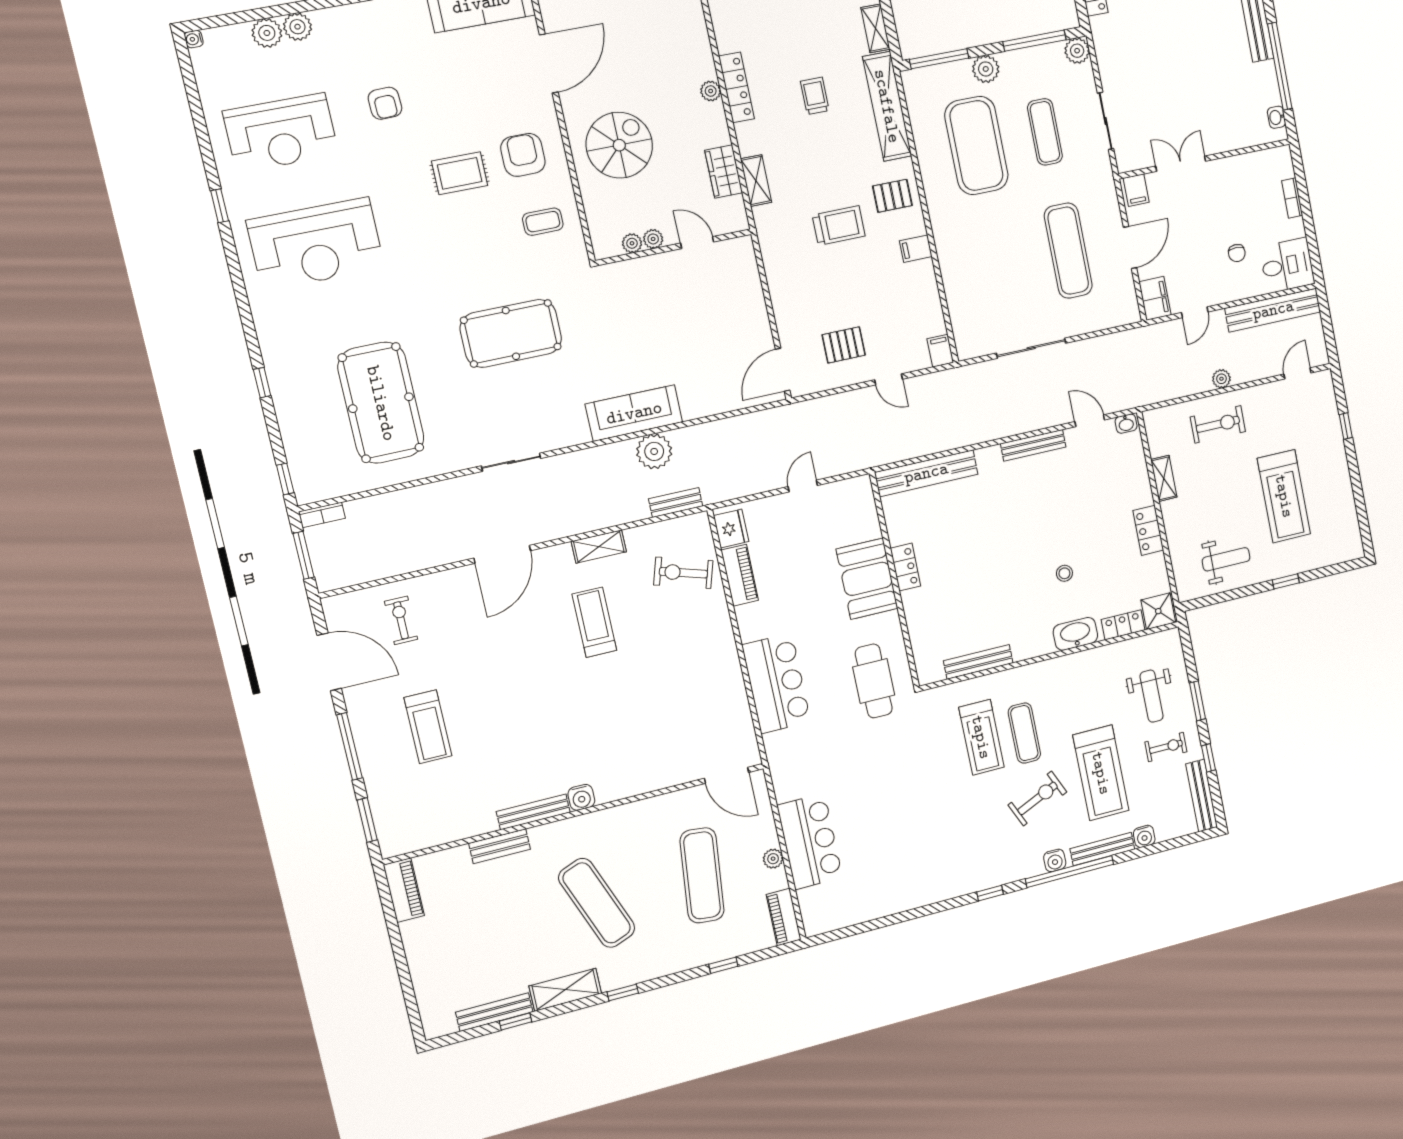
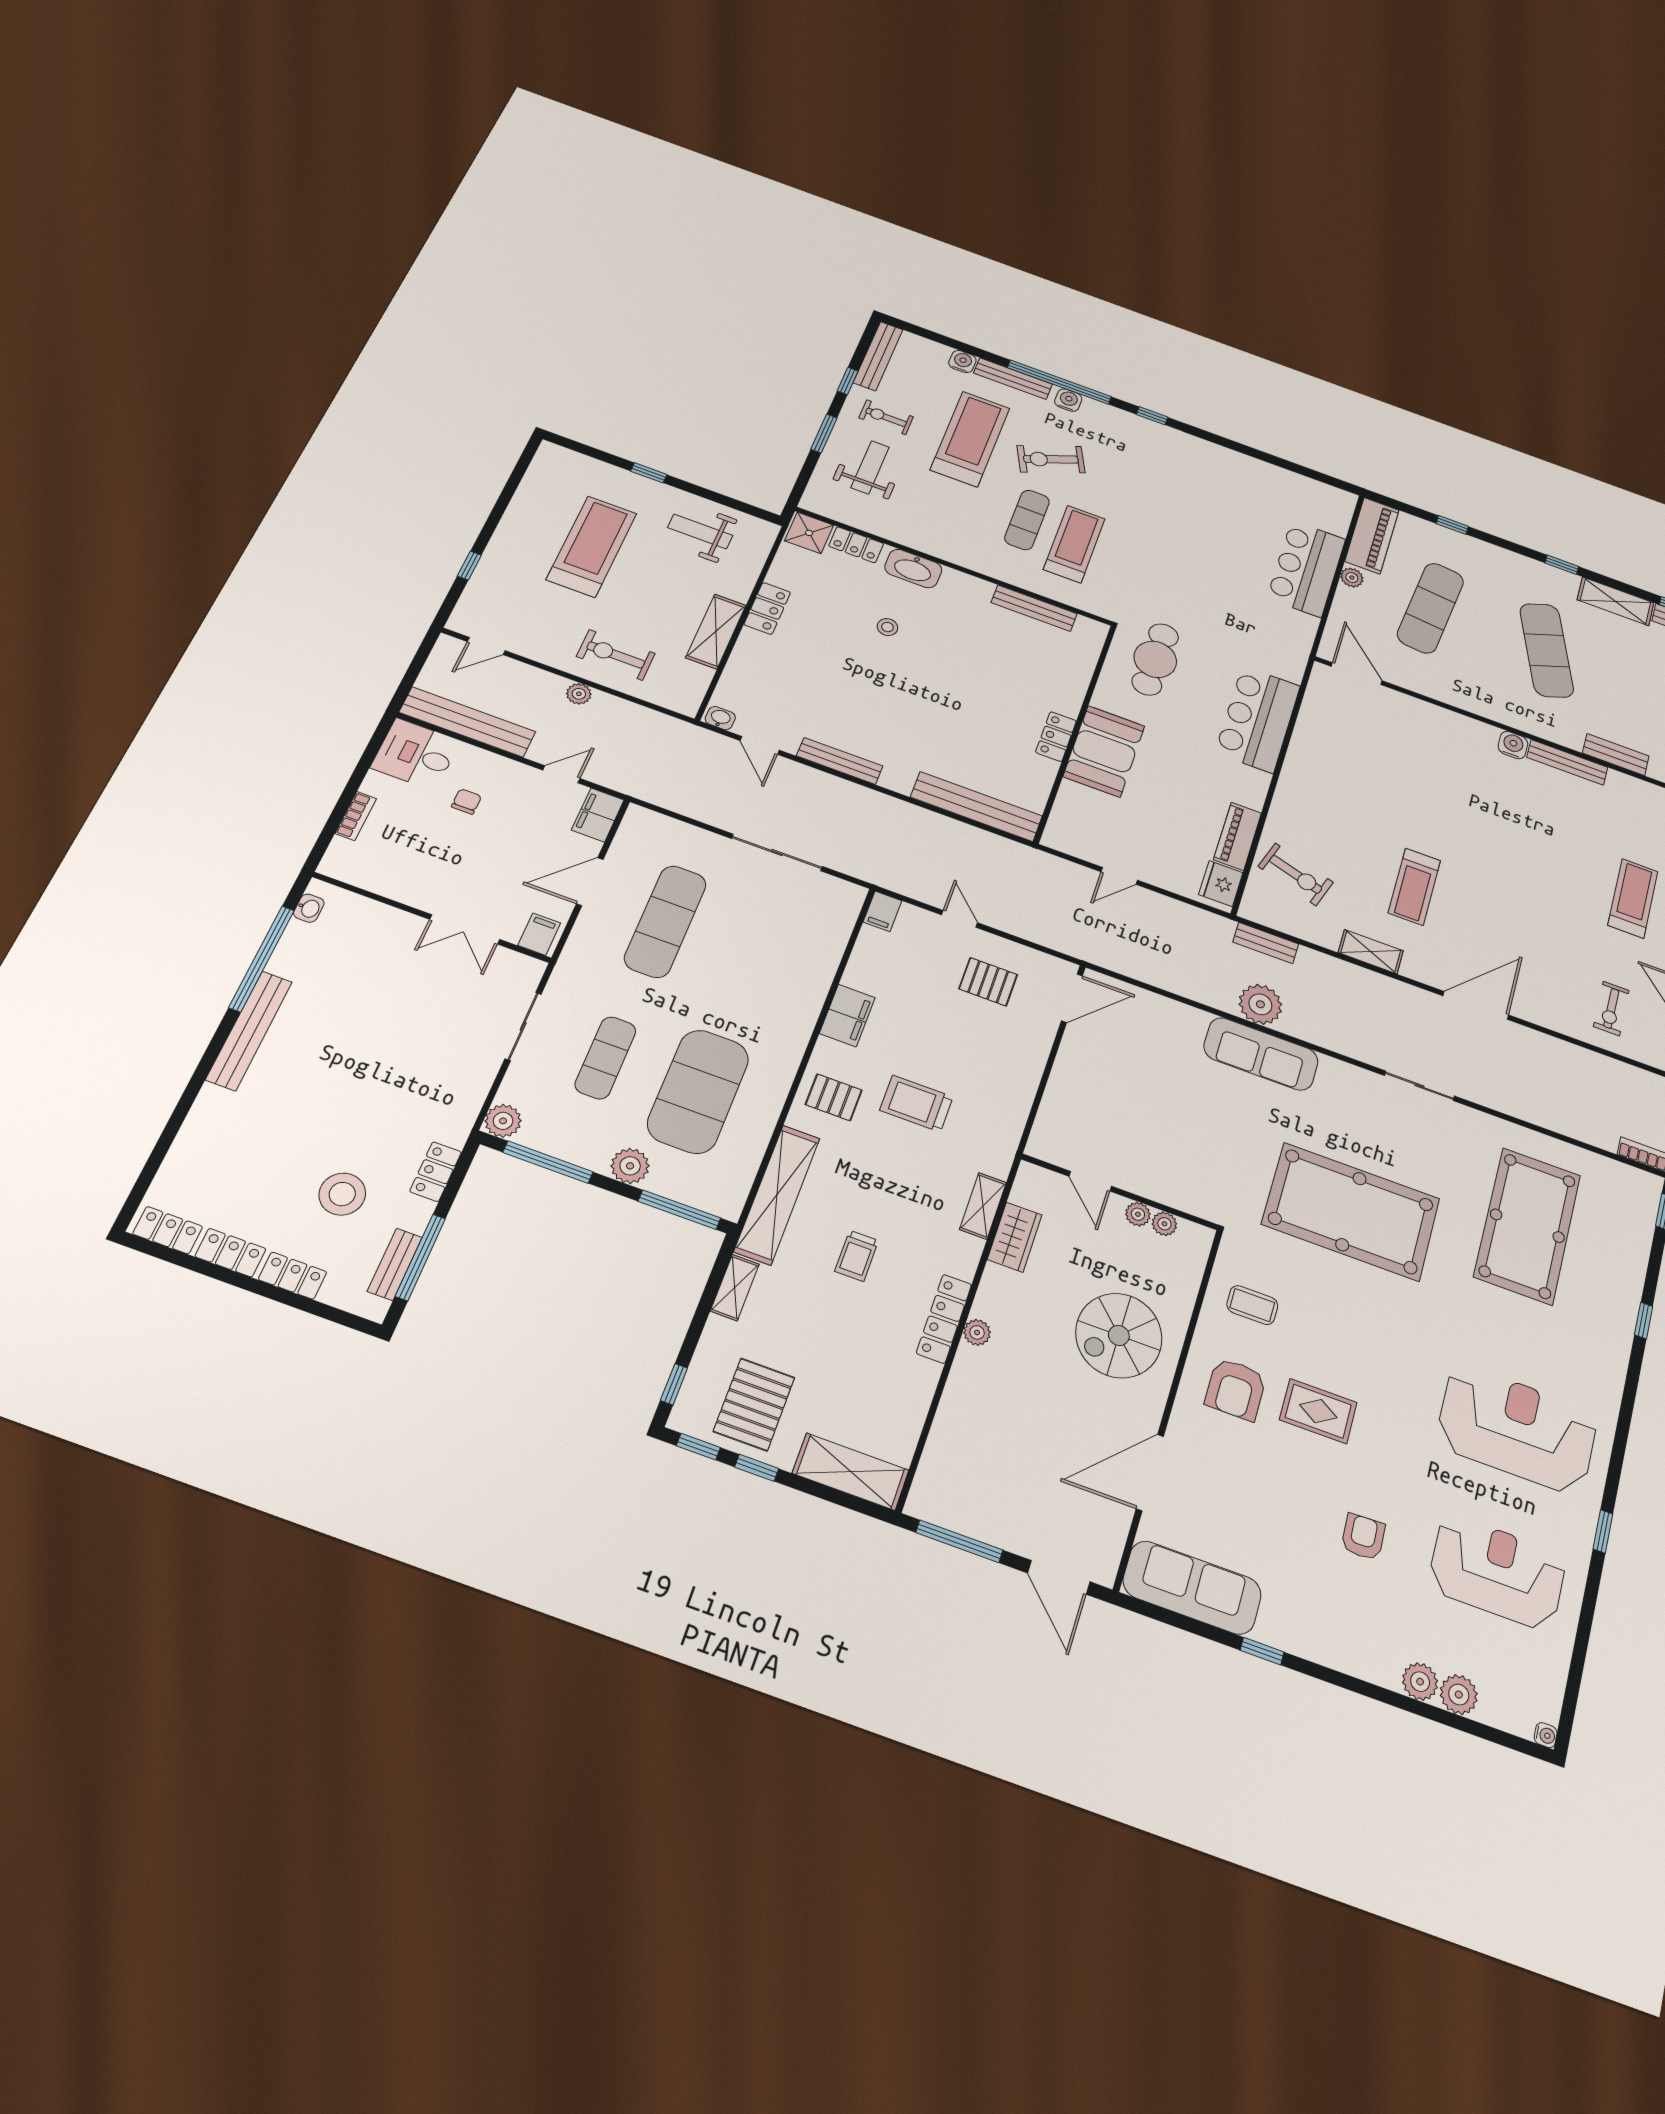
filing cabinet: (916, 249) -> (847, 1015), width x2.00
pool table: (511, 333) -> (1351, 1211), width x1.36, depth x1.32
shelving: (1164, 478) -> (716, 631), width x1.50, depth x1.33
piano: (784, 917) -> (1372, 536), width x1.37, depth x1.33

